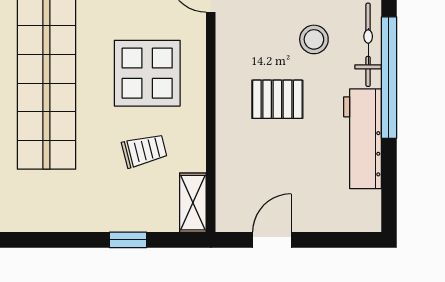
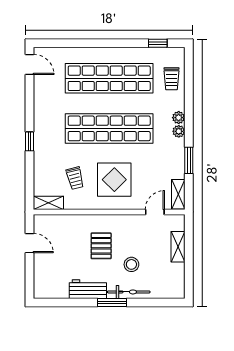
window: (389, 78) -> (112, 303), width x0.47
workbench: (363, 139) -> (88, 289), width x0.73
window: (128, 240) -> (30, 141), moved

